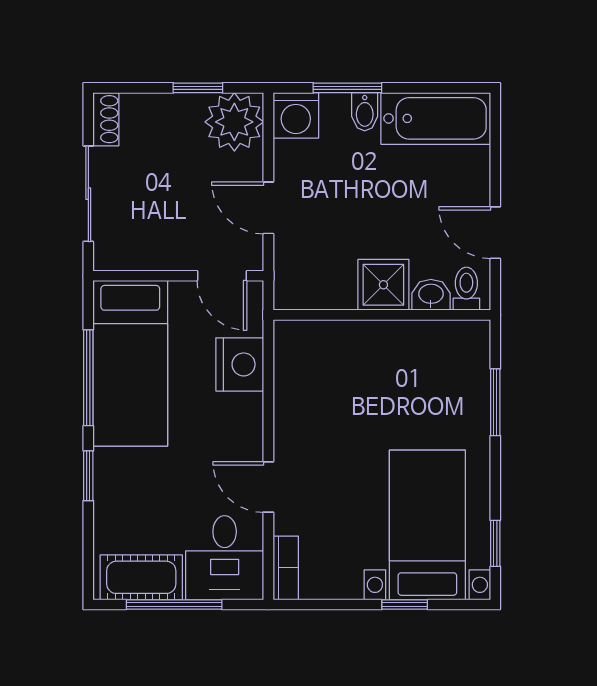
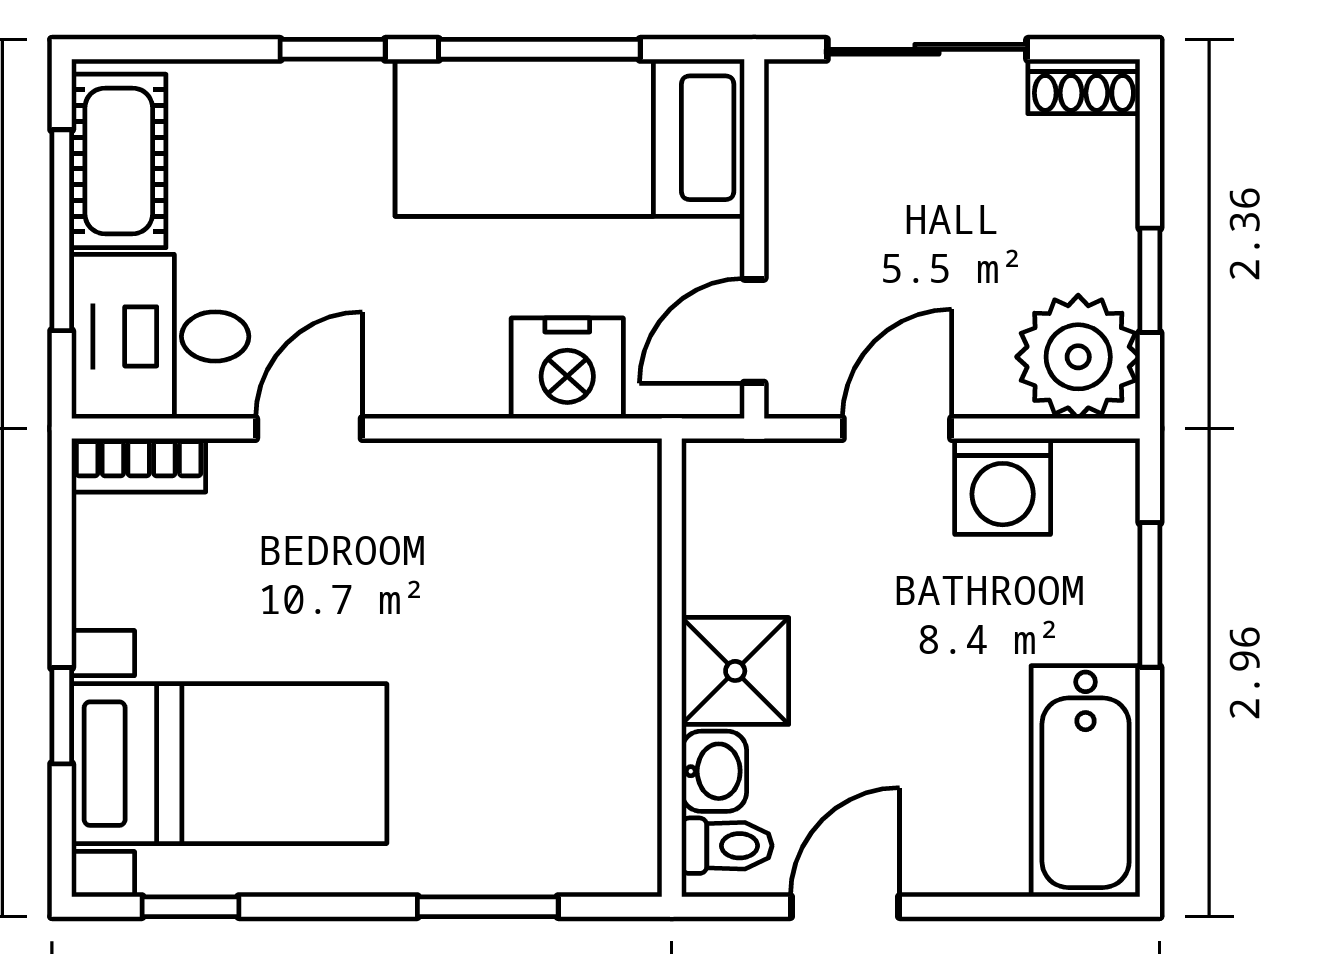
bidet: (365, 112) -> (1100, 632), removed
washing machine: (296, 115) -> (1003, 486), moved, turned -90

